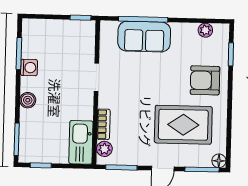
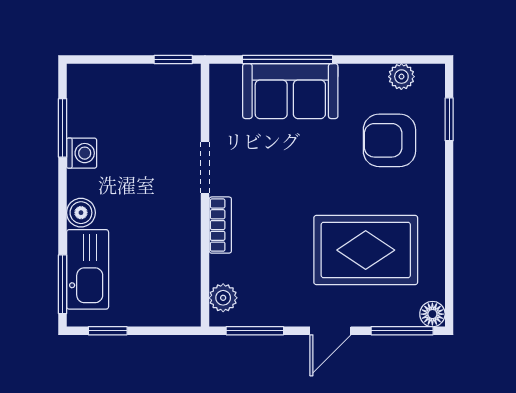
armchair: (205, 80) -> (389, 140), moved
bookcase: (104, 124) -> (220, 225), moved
kitchen sink: (81, 142) -> (88, 269), moved, turned 180

